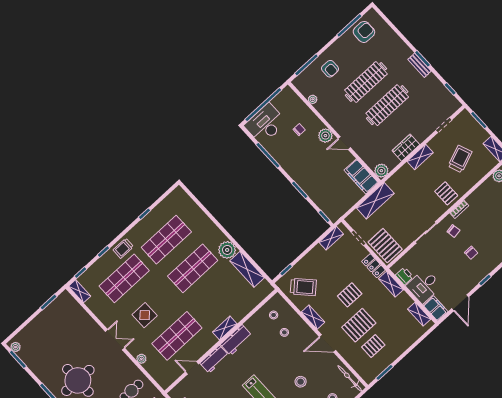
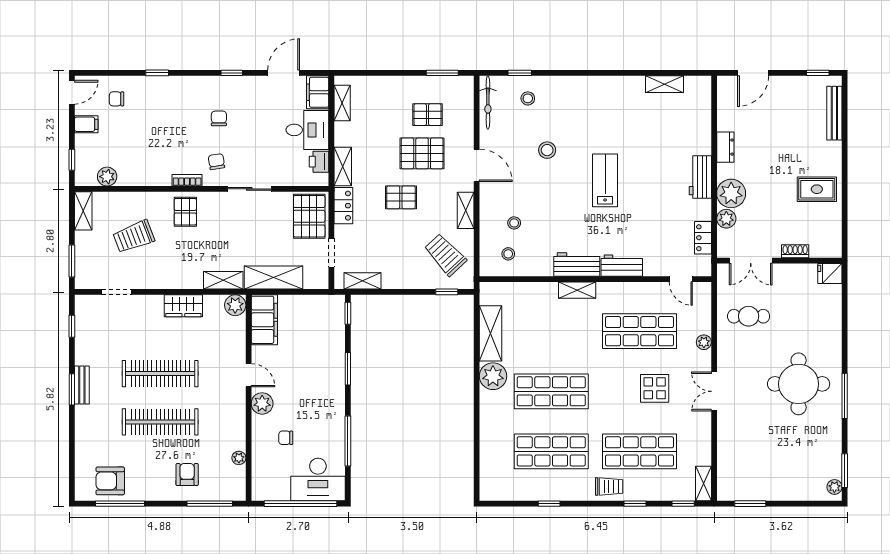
shelving: (420, 157) -> (223, 280), moved
door: (192, 368) -> (681, 279), moved

